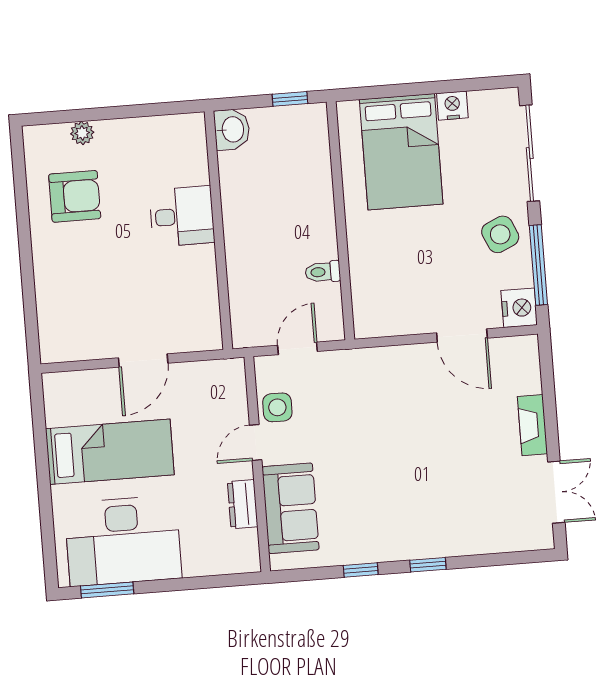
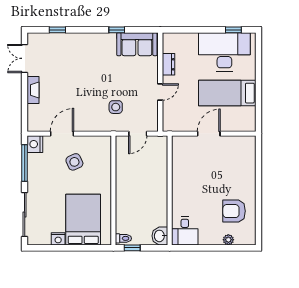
desk: (182, 216) -> (185, 231), moved, turned -90
side table: (500, 234) -> (74, 162), moved
toilet: (323, 272) -> (123, 238), moved
door: (462, 335) -> (62, 134), hinge flipped
side table: (277, 407) -> (116, 107), moved
sofa: (290, 508) -> (137, 44), moved, turned -90
window: (428, 565) -> (57, 30), moved
window: (107, 590) -> (233, 30), width x0.67

